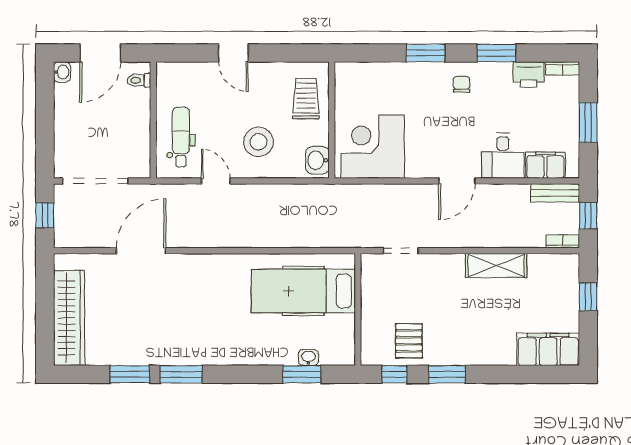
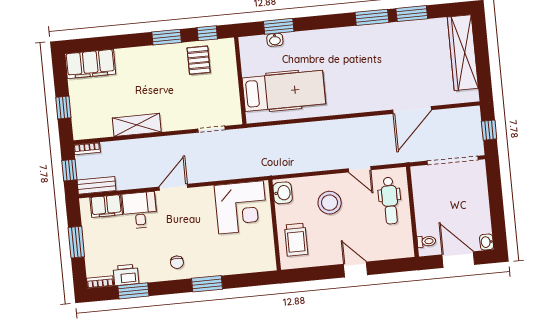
door: (100, 53) -> (458, 260), hinge flipped
window: (496, 53) -> (133, 291), moved

